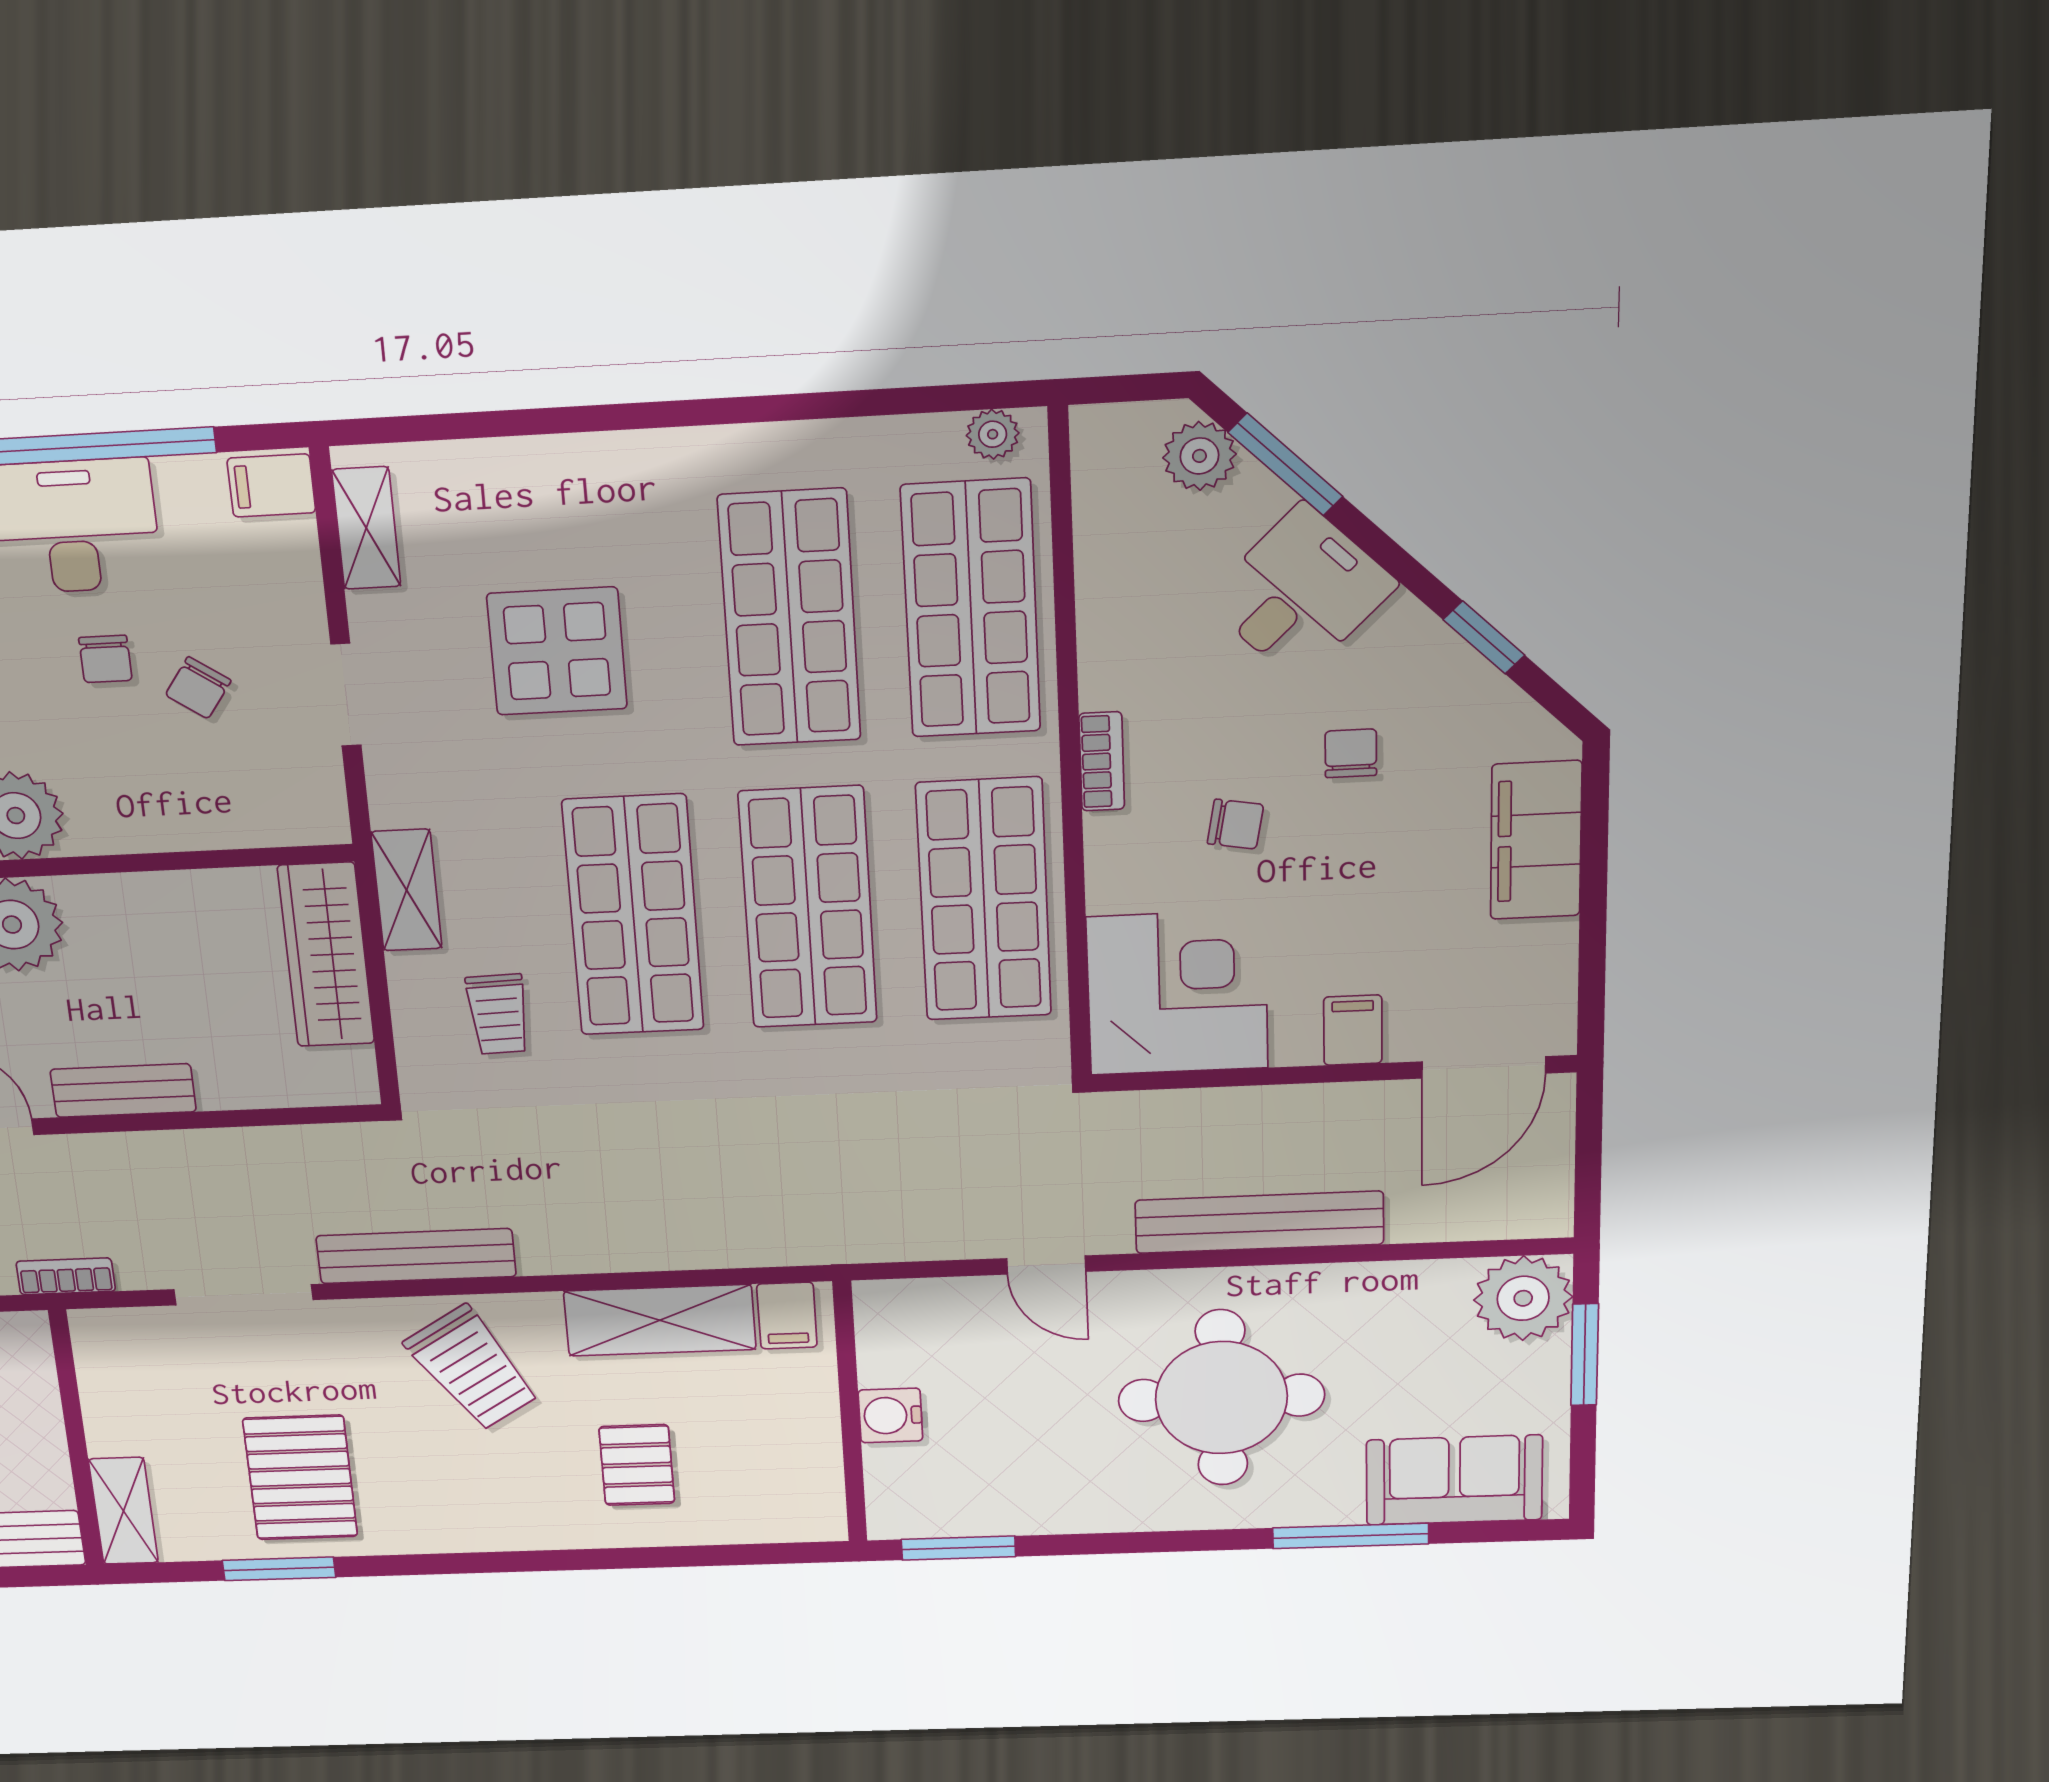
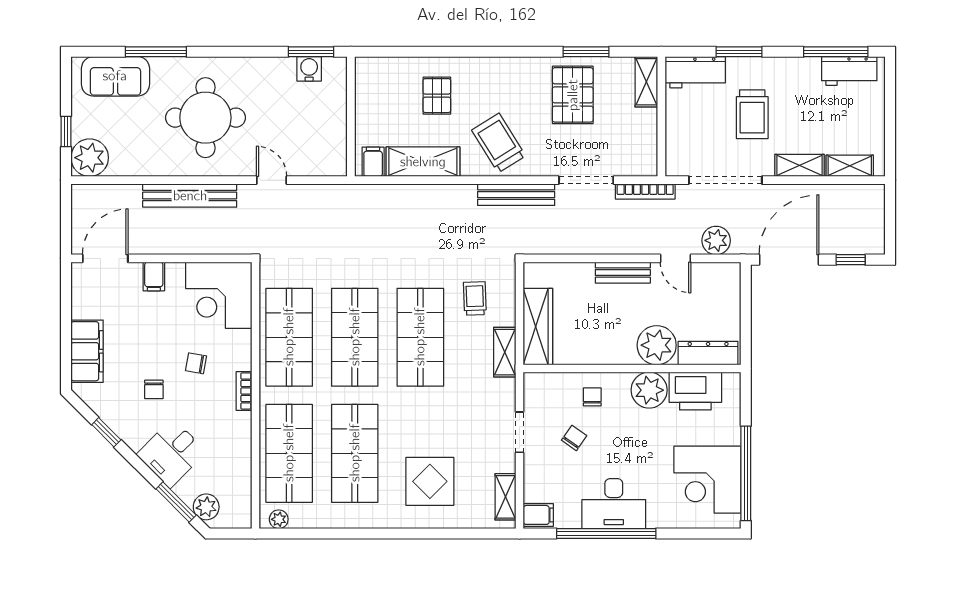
display table: (557, 651) -> (430, 481), moved
chair: (105, 659) -> (592, 397), moved
bookcase: (66, 1276) -> (645, 191), width x1.56
window: (1585, 1355) -> (66, 132), width x0.67
water cooler: (890, 1415) -> (309, 69), moved, turned -90

